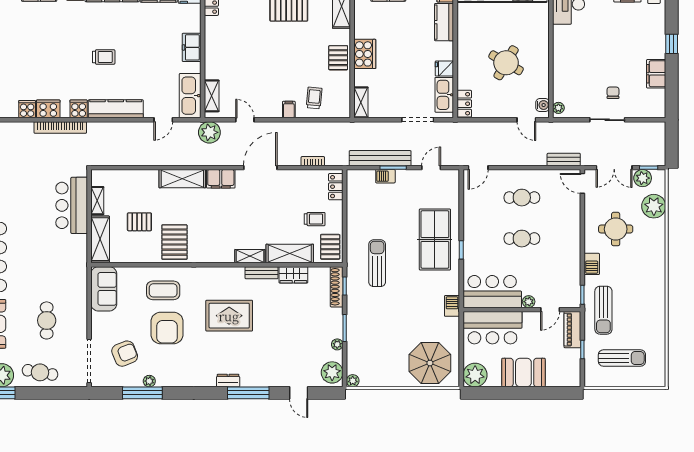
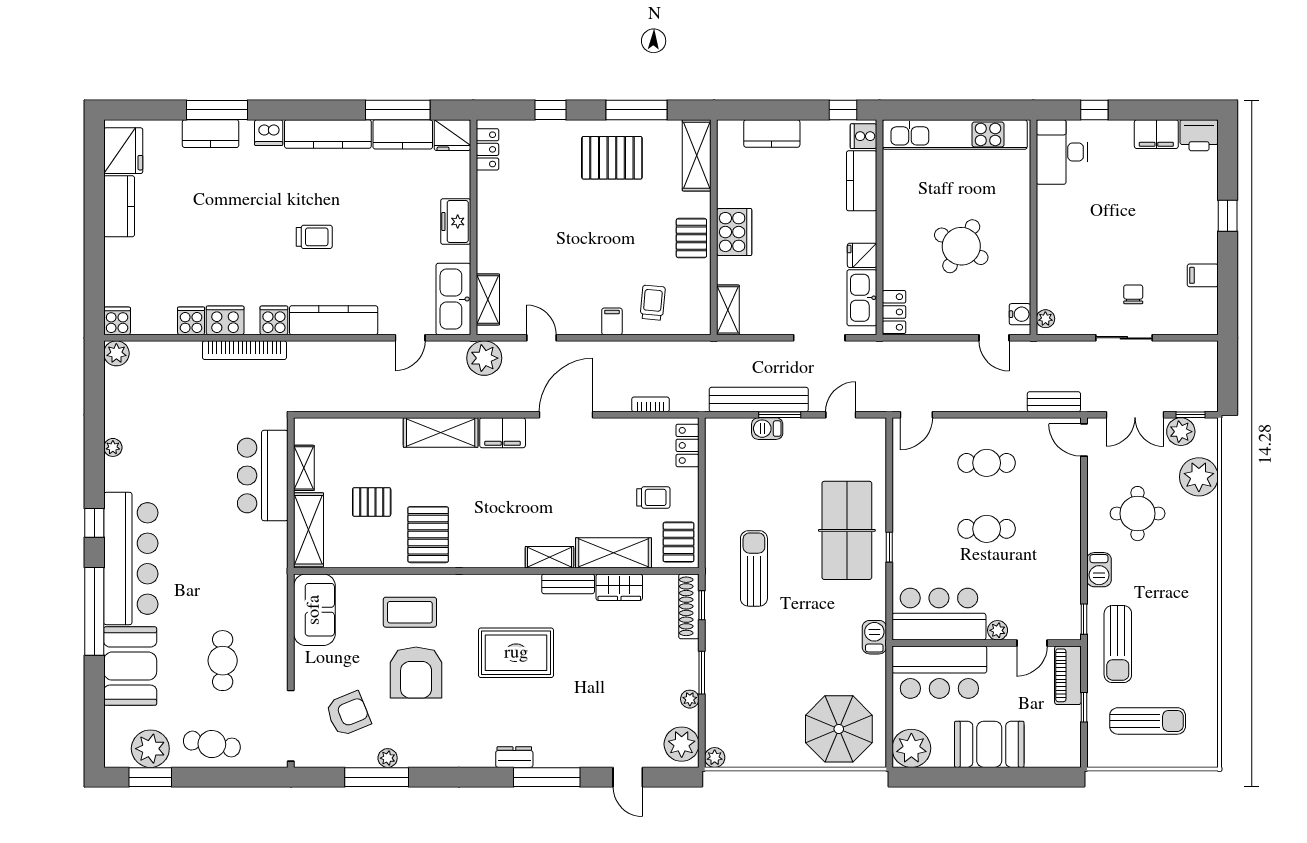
filing cabinet: (656, 74) -> (1203, 275), width x0.50

